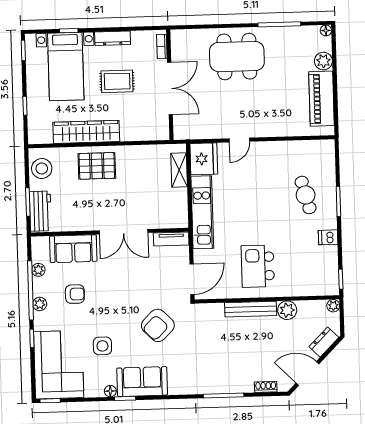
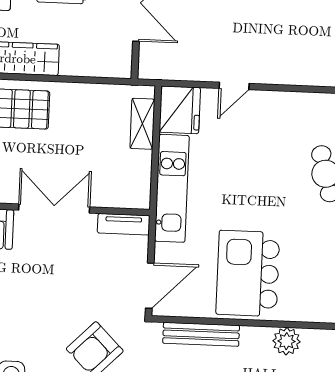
double door: (123, 232) -> (54, 209), swing flipped
kitchen island: (258, 266) -> (248, 273), width x1.37, depth x1.28
bench: (251, 309) -> (201, 334), moved

